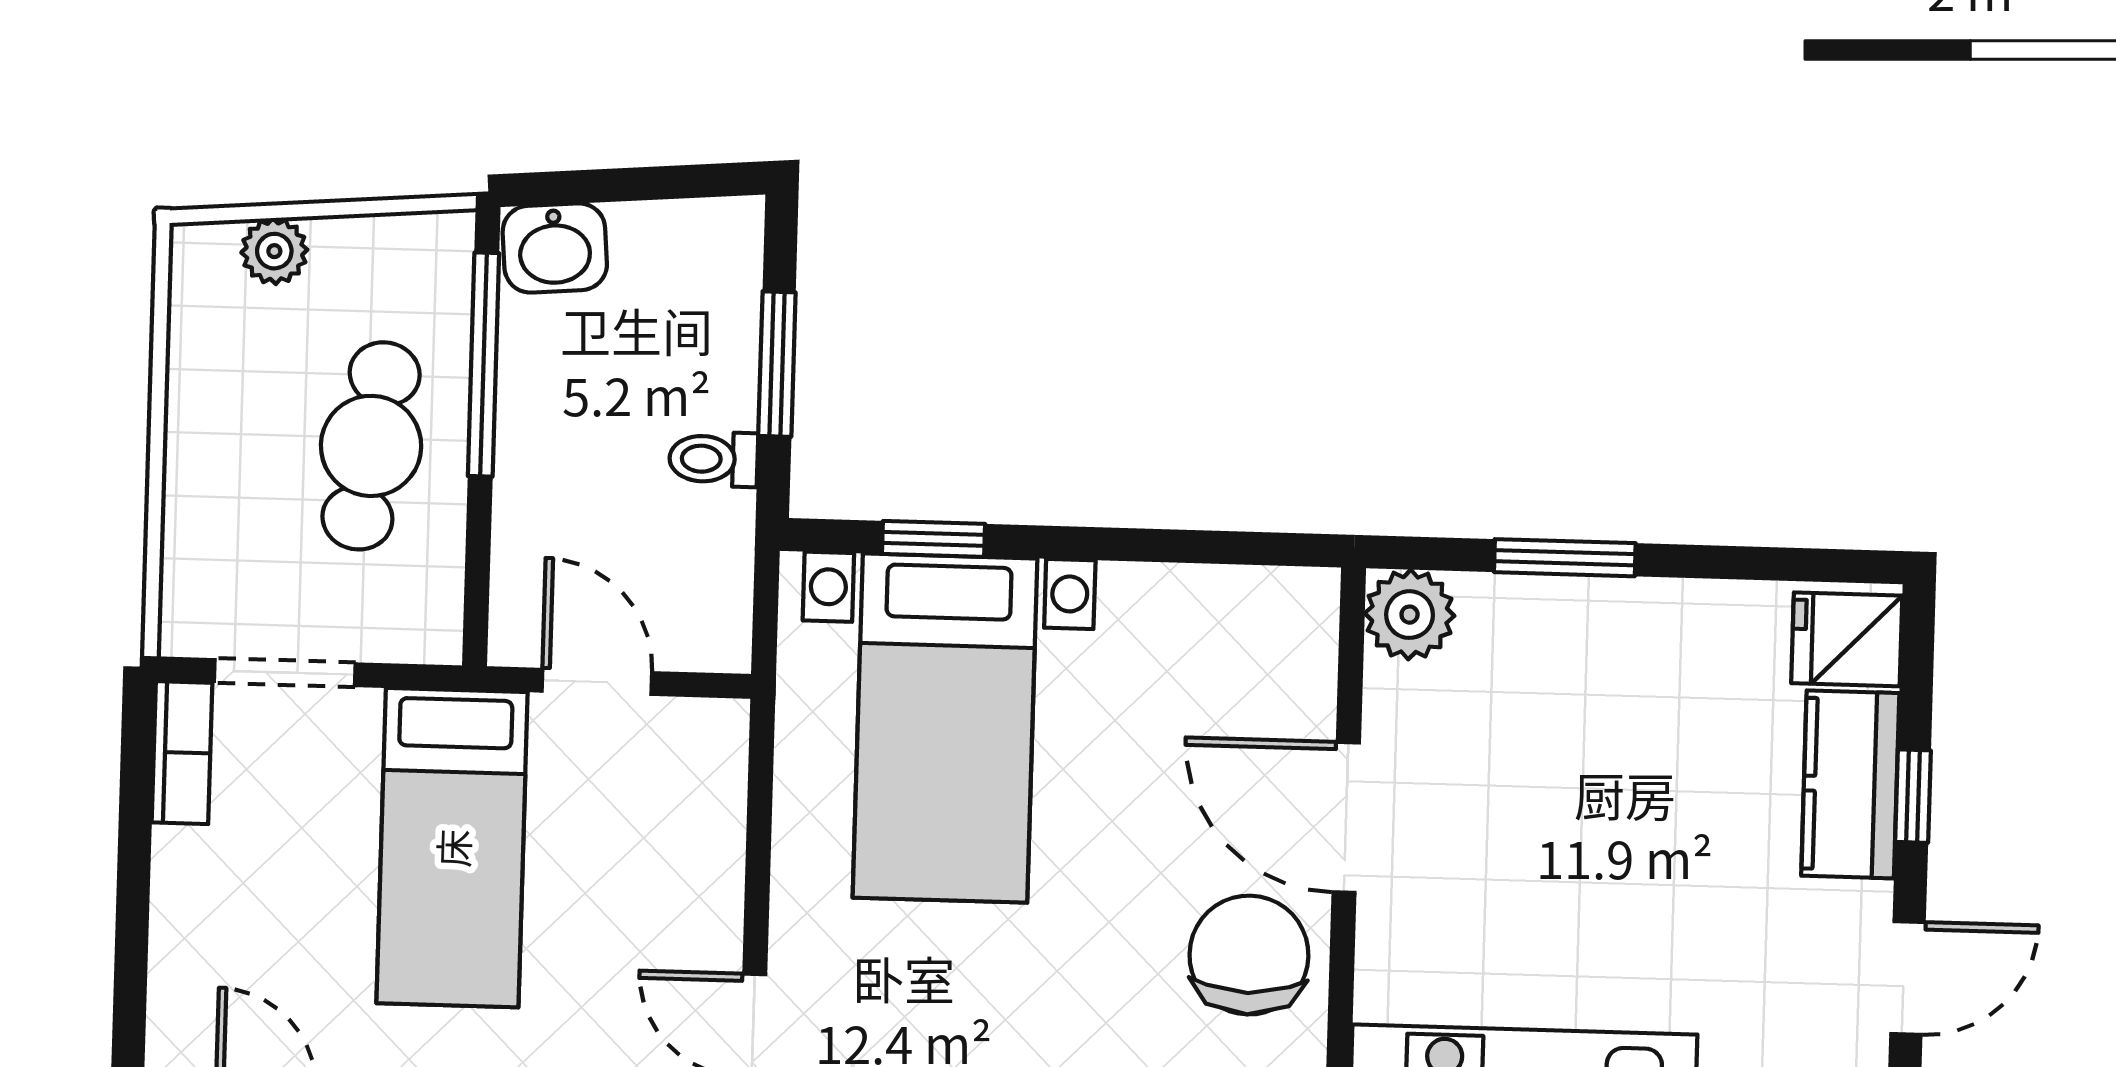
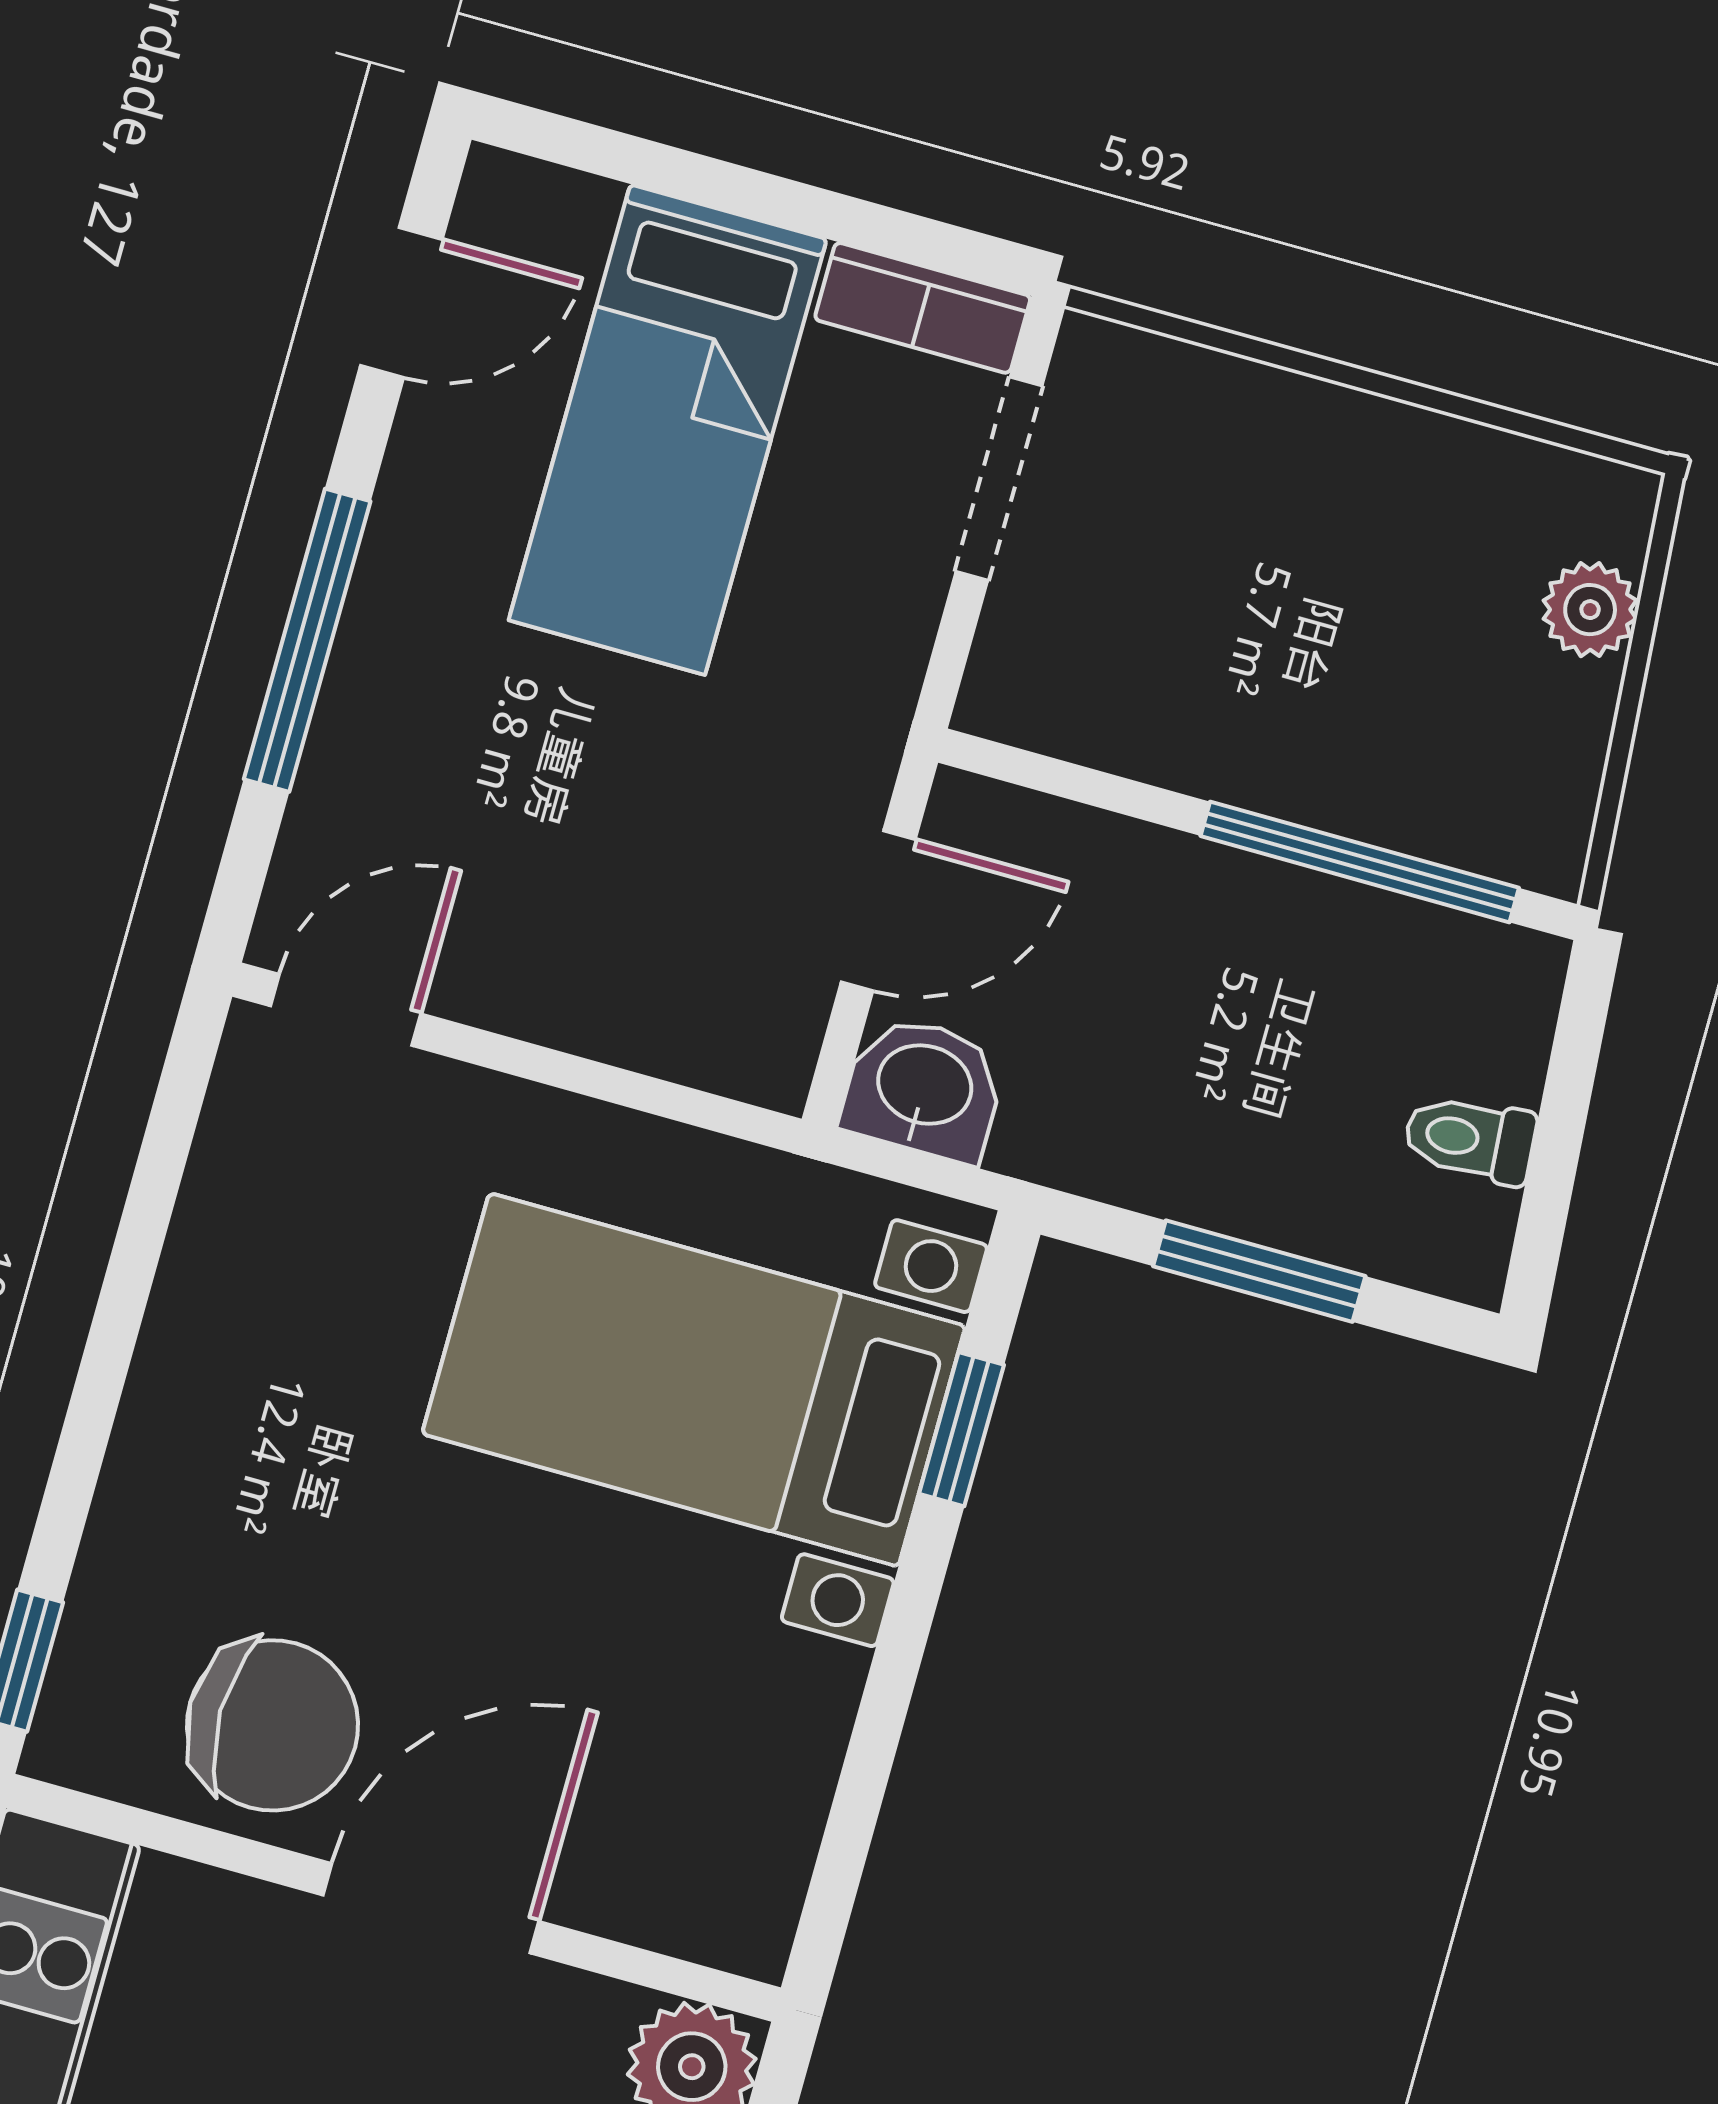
washbasin: (555, 248) -> (924, 1088), moved, turned 94
cafe table: (371, 446) -> (1285, 677), removed
toilet: (714, 459) -> (1470, 1139), moved, turned -94
bed: (452, 848) -> (668, 430), moved, turned -90

